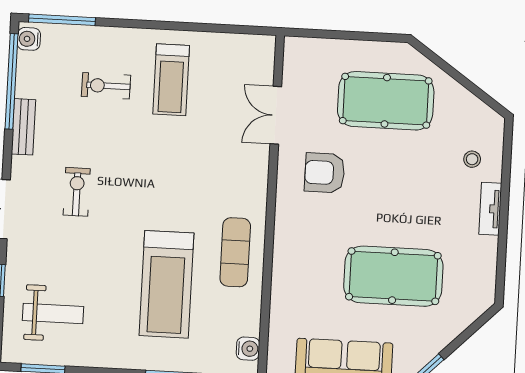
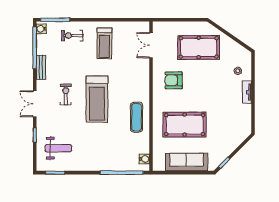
exercise bike: (106, 86) -> (72, 35), moved
double door: (276, 115) -> (151, 45), moved
pool table: (393, 276) -> (185, 125), moved
treadmill: (166, 284) -> (97, 99), moved

